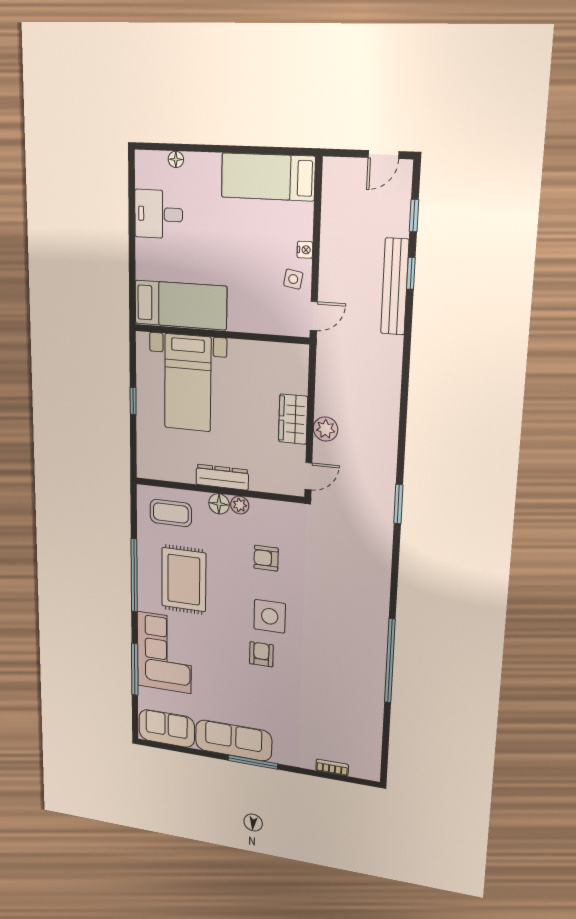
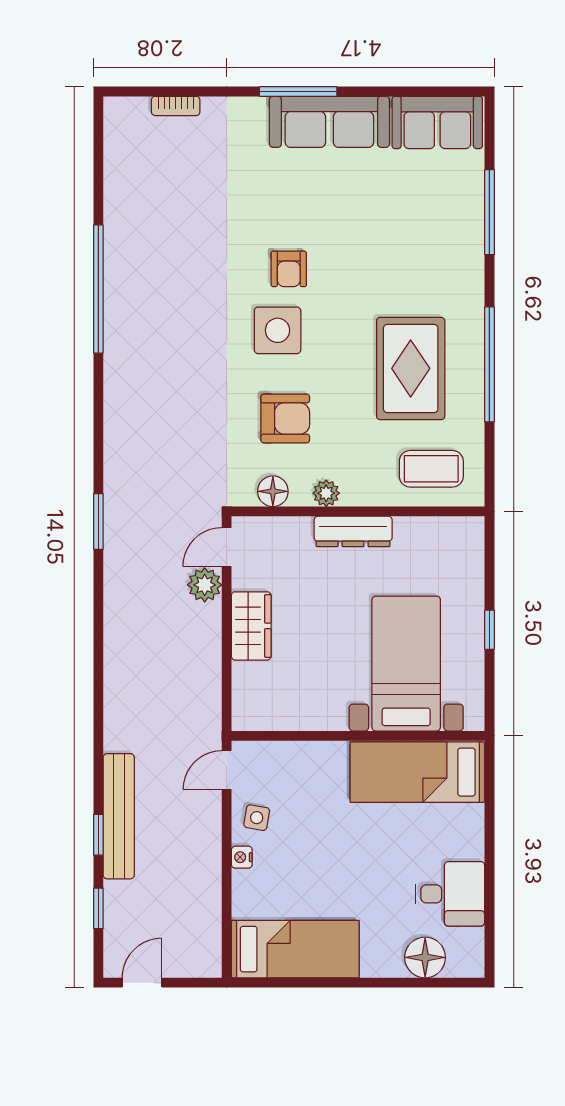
floor lamp: (176, 159) -> (425, 957), width x1.89, depth x1.89
plant: (326, 429) -> (205, 585), moved
floor lamp: (219, 504) -> (273, 491), moved
armchair: (266, 558) -> (285, 418), width x1.38, depth x1.38
corner sofa: (164, 653) -> (441, 247), removed

